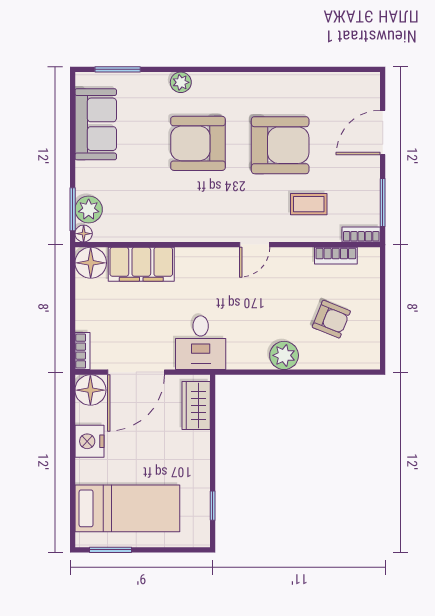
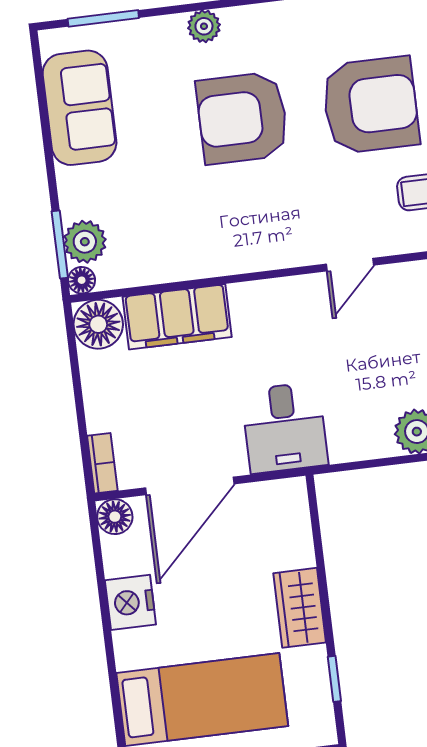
floor lamp: (90, 390) -> (115, 517), width x0.73, depth x0.73
wardrobe: (196, 405) -> (300, 608), moved

